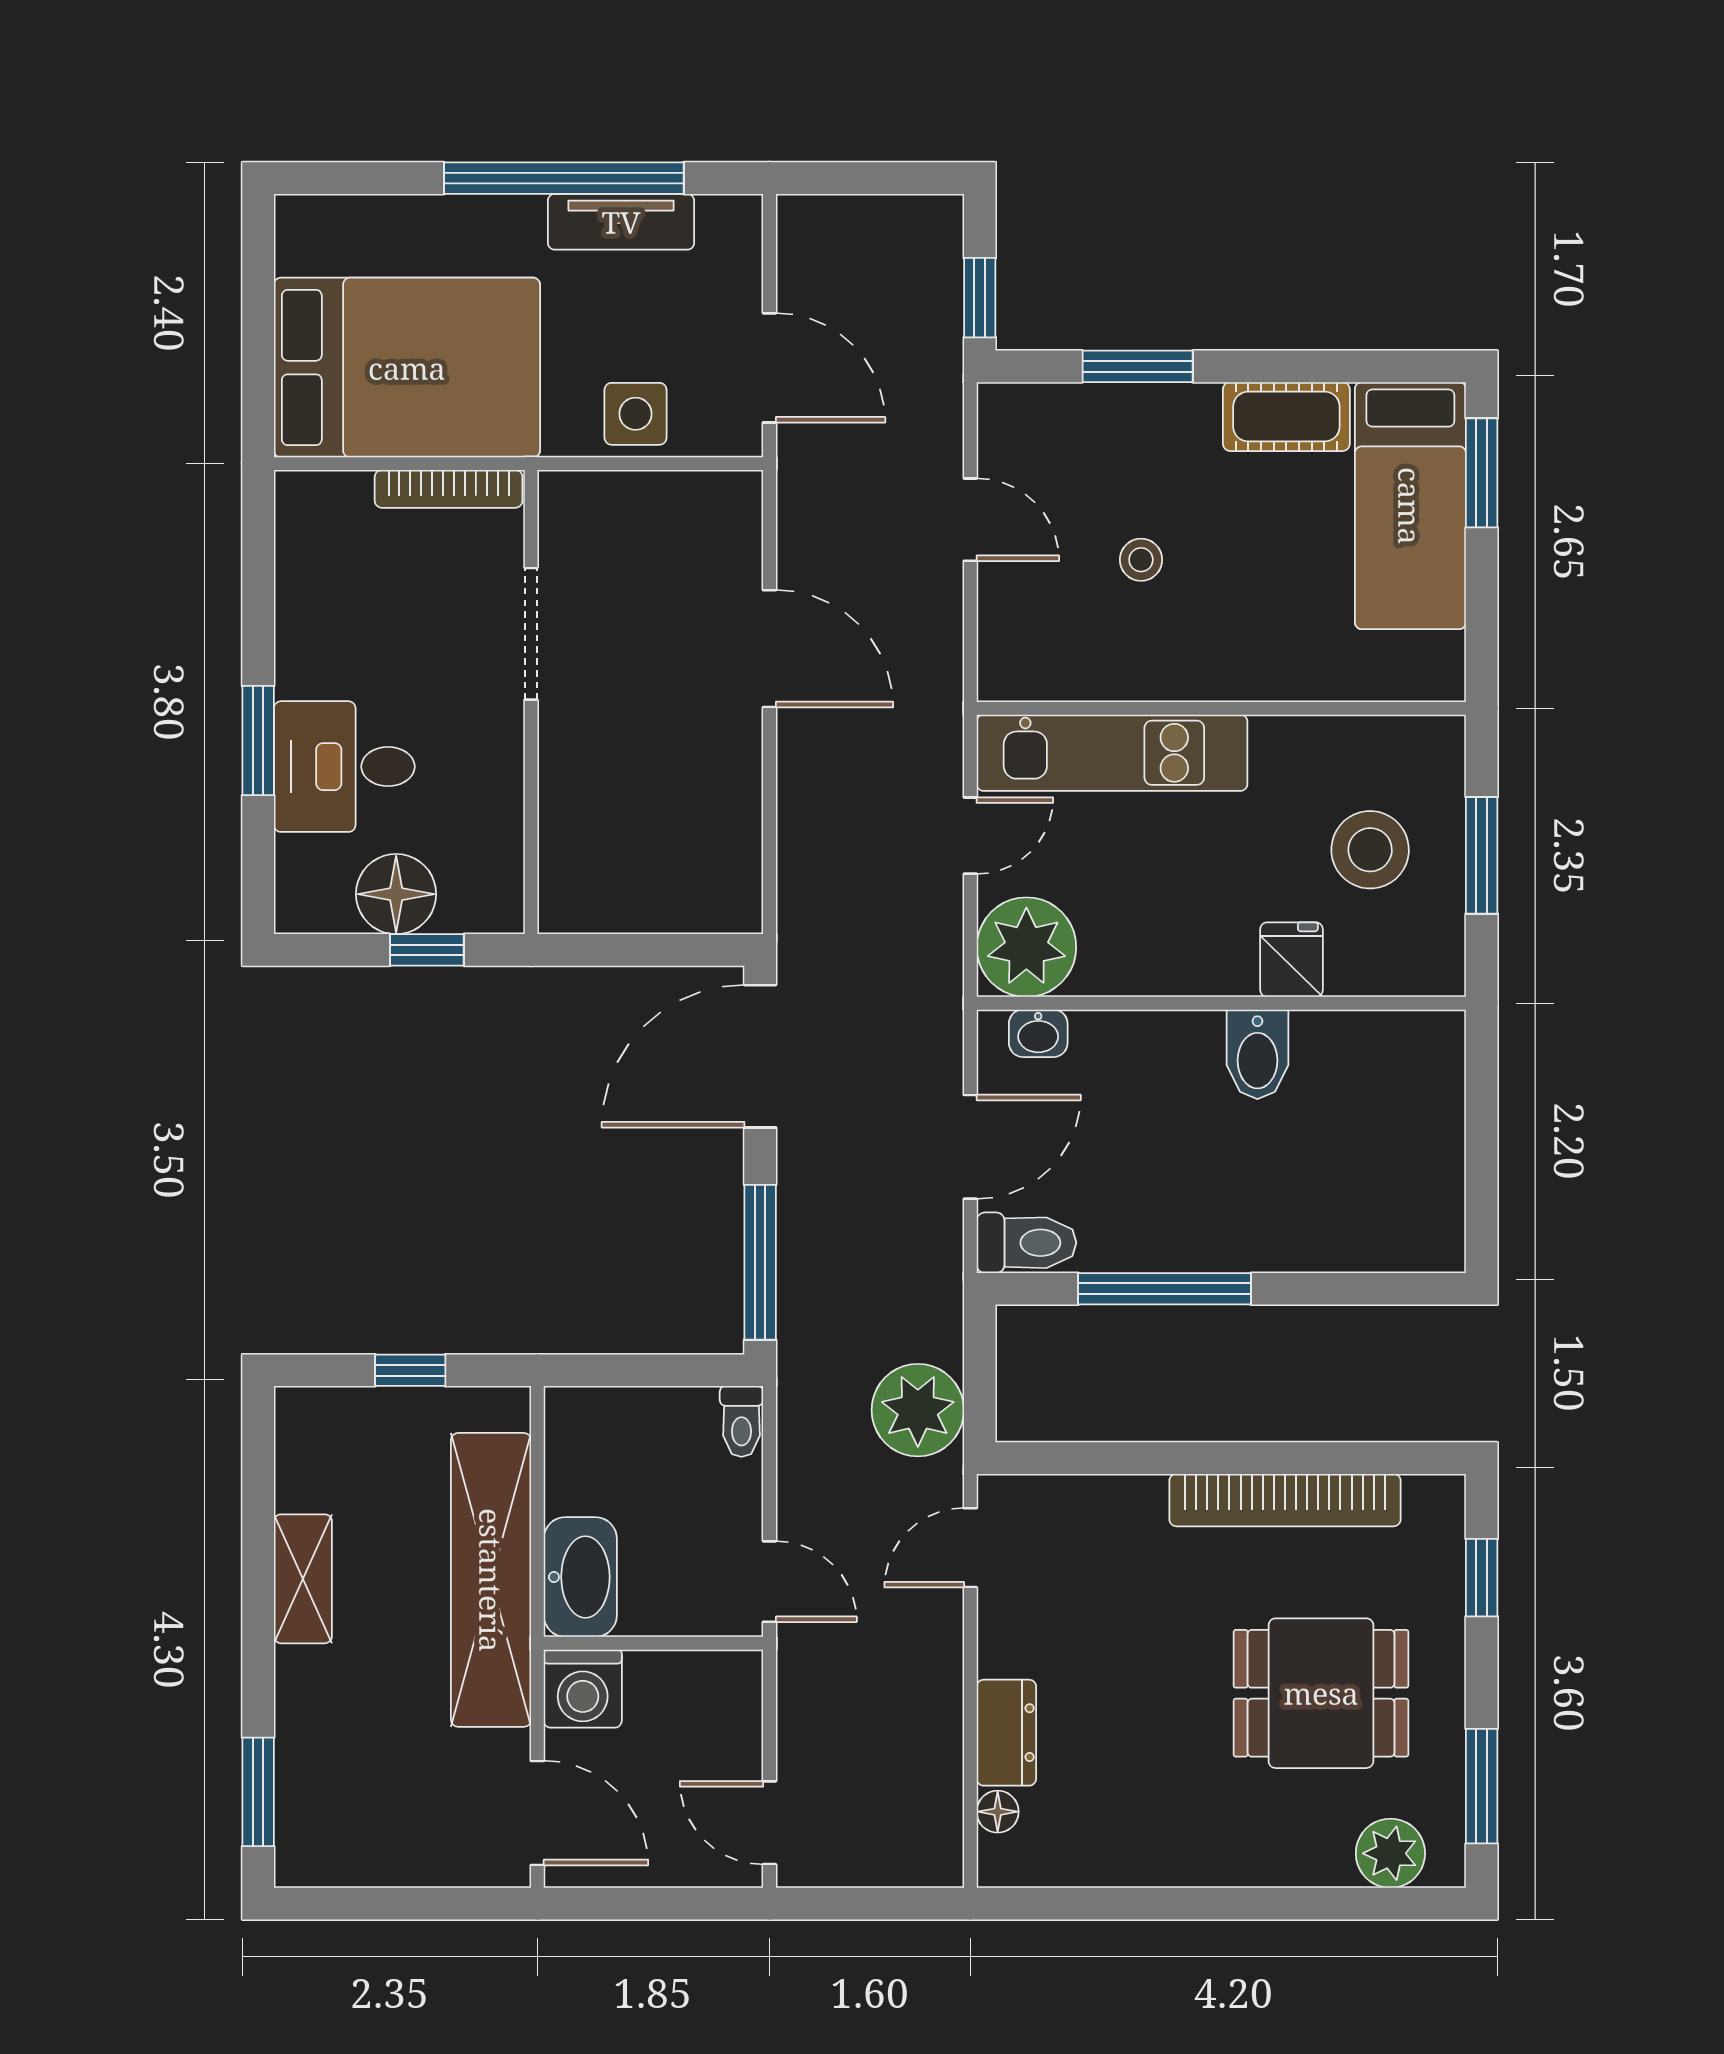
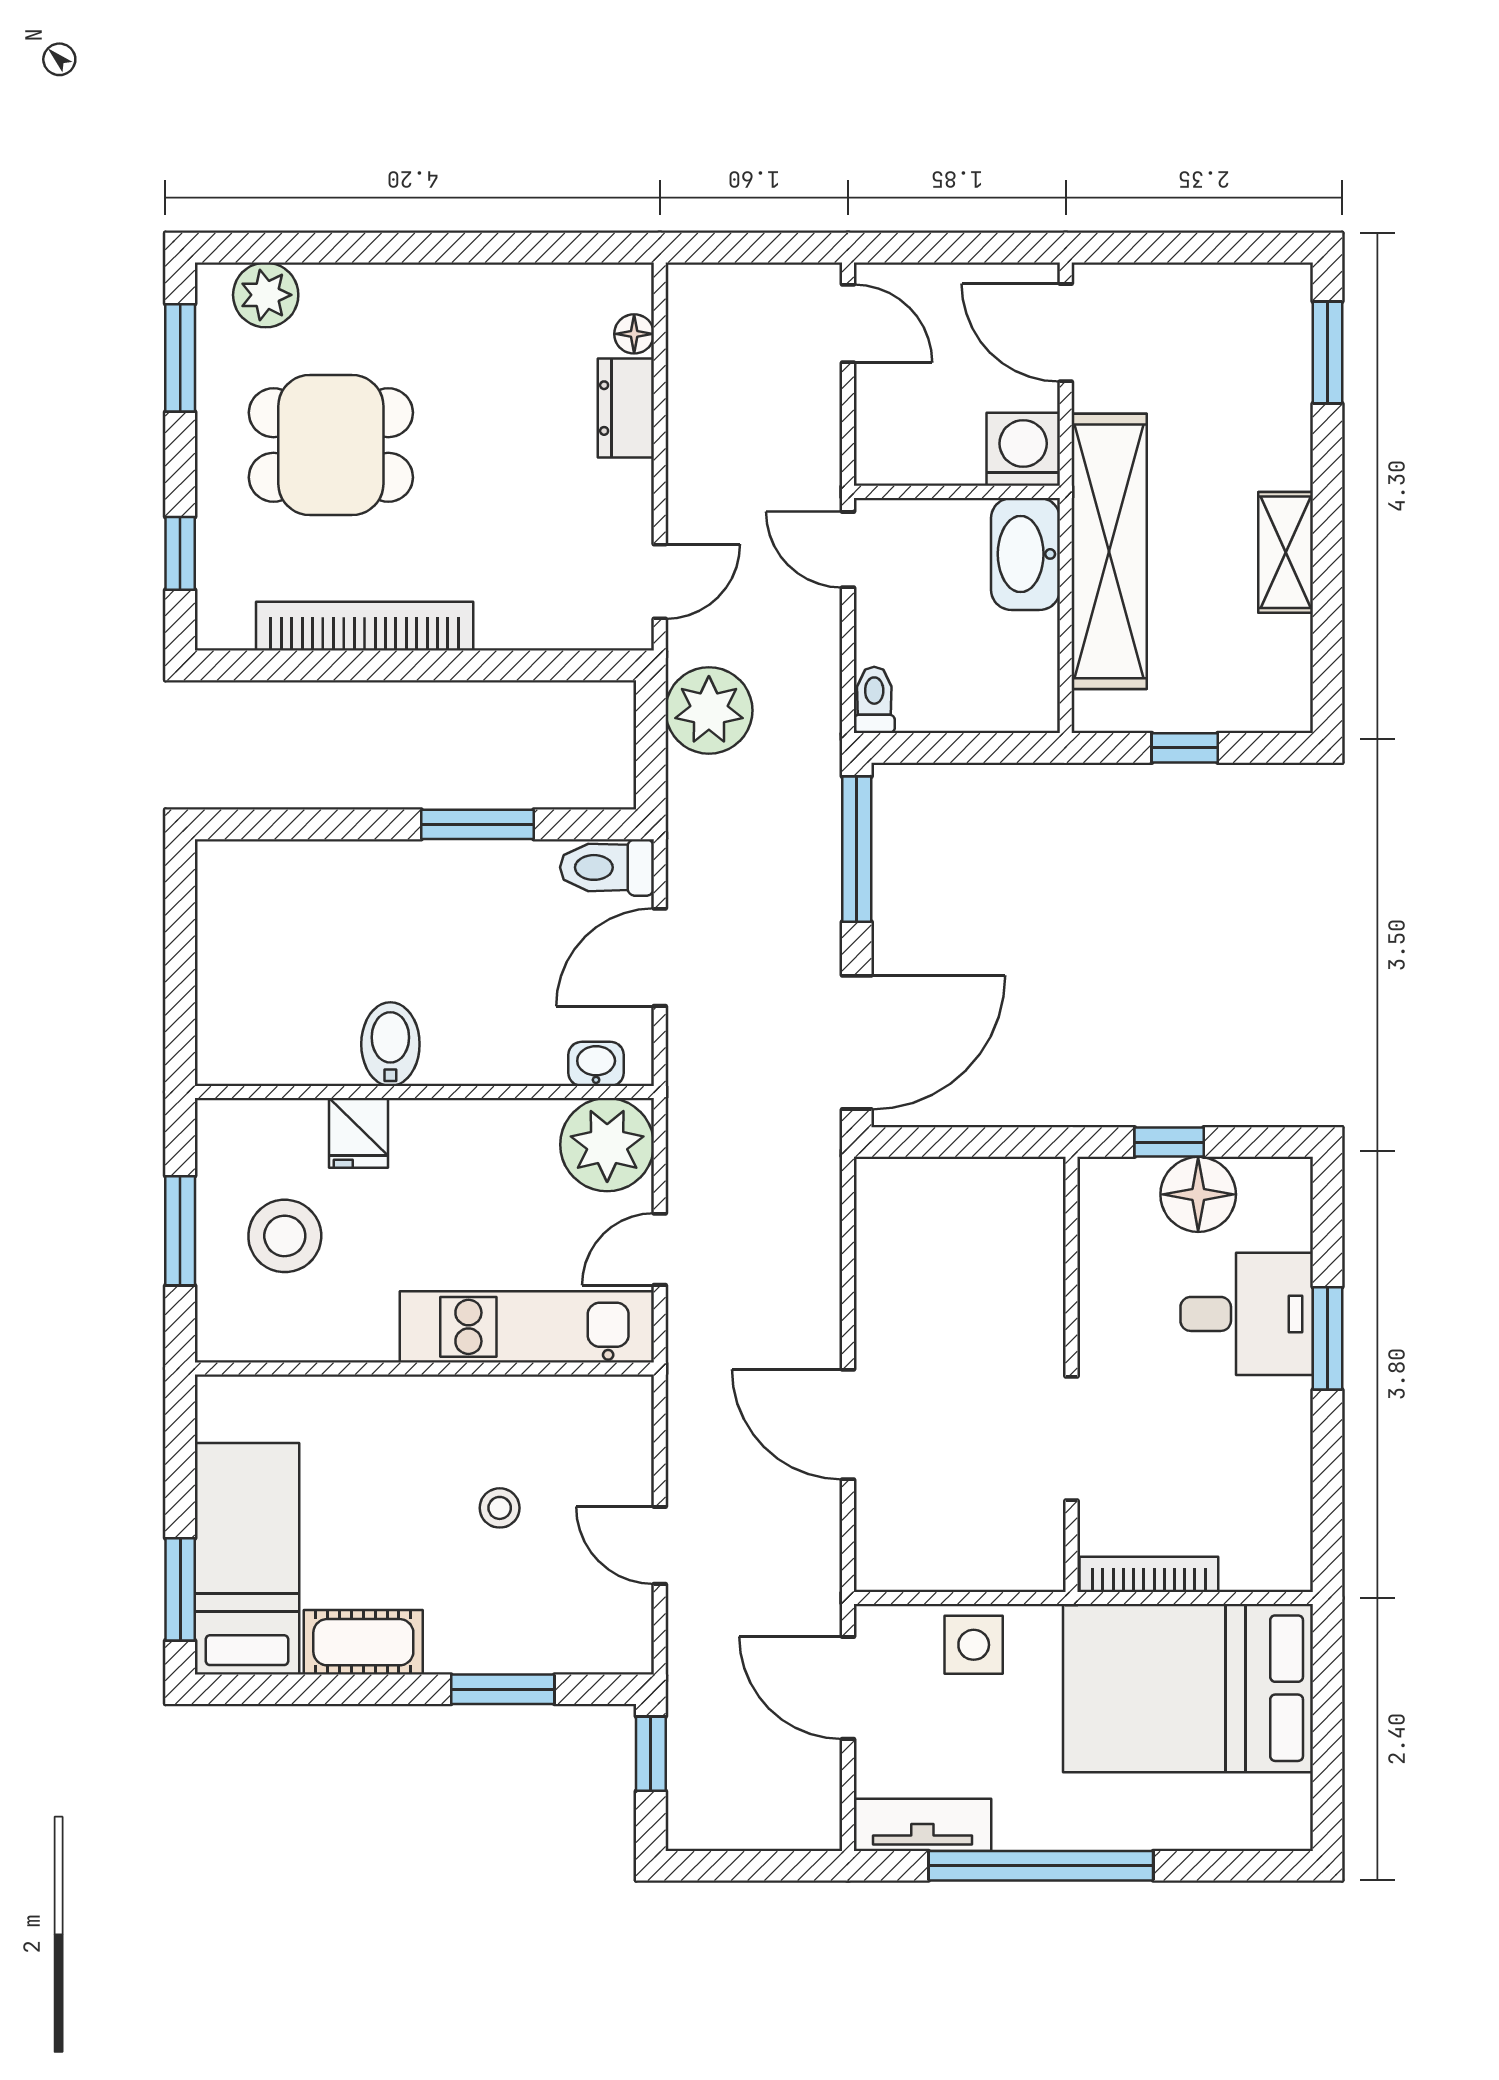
tv unit: (621, 222) -> (922, 1825), moved
window: (1165, 1289) -> (478, 824), width x0.69

